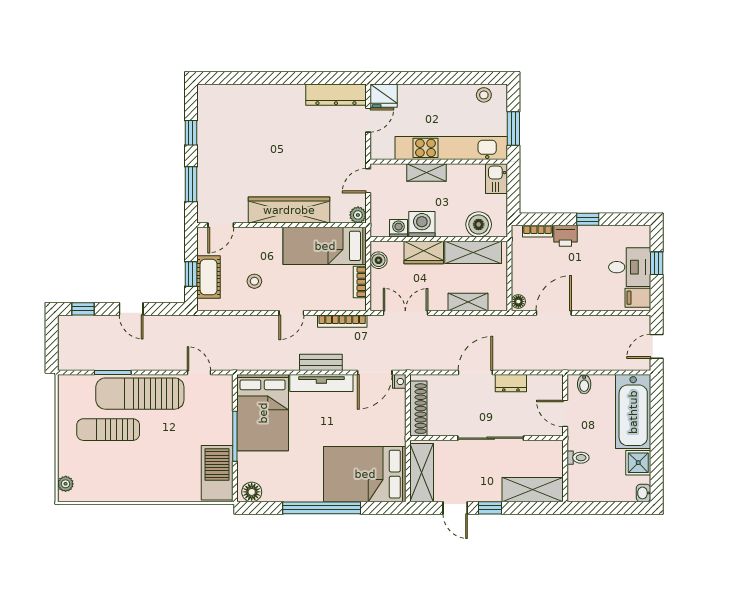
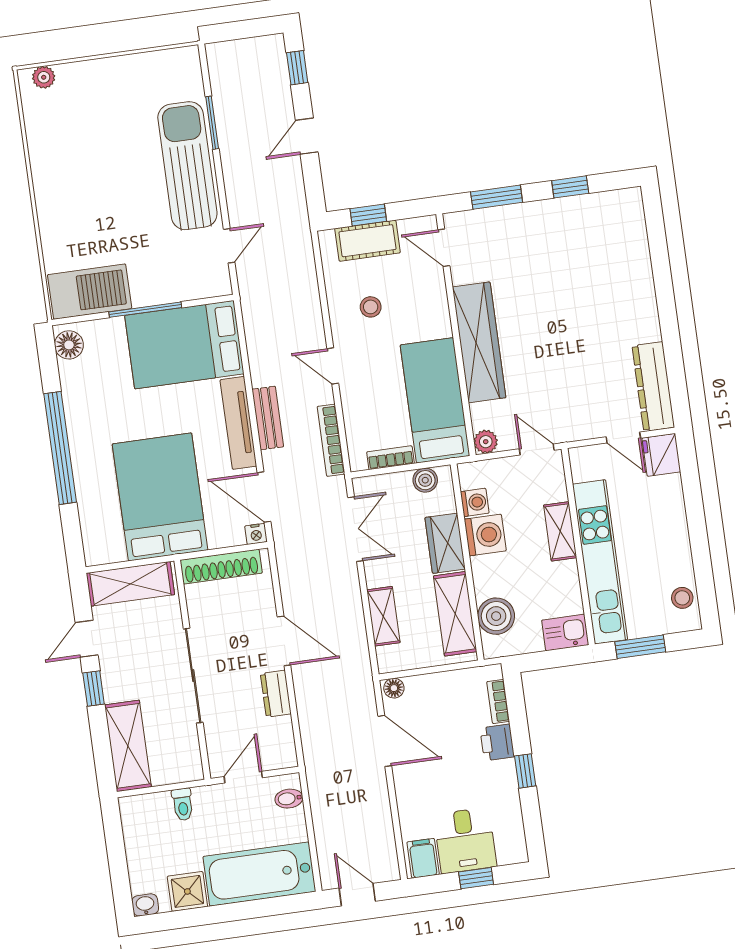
sun lounger: (108, 430) -> (130, 127), removed
bed: (365, 474) -> (160, 497), moved

